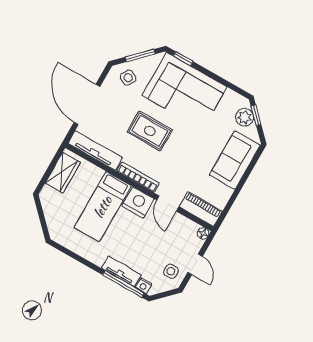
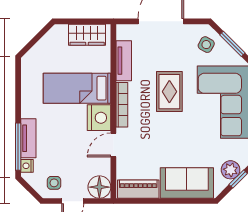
tv unit: (95, 150) -> (124, 61), width x0.71
piano: (201, 209) -> (138, 189), moved, turned -90
floor lamp: (203, 233) -> (99, 187), width x1.89, depth x1.89

